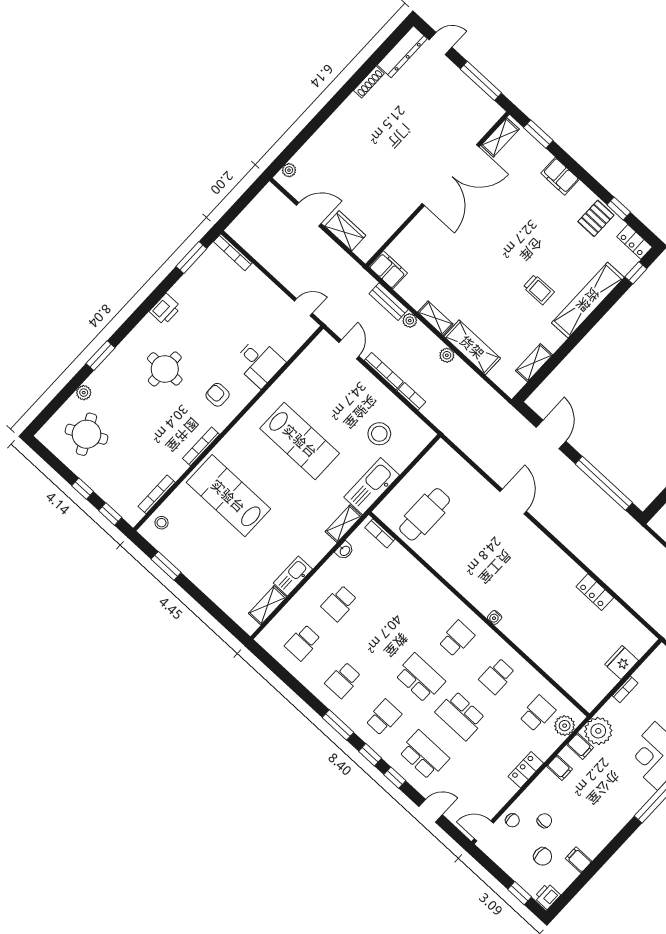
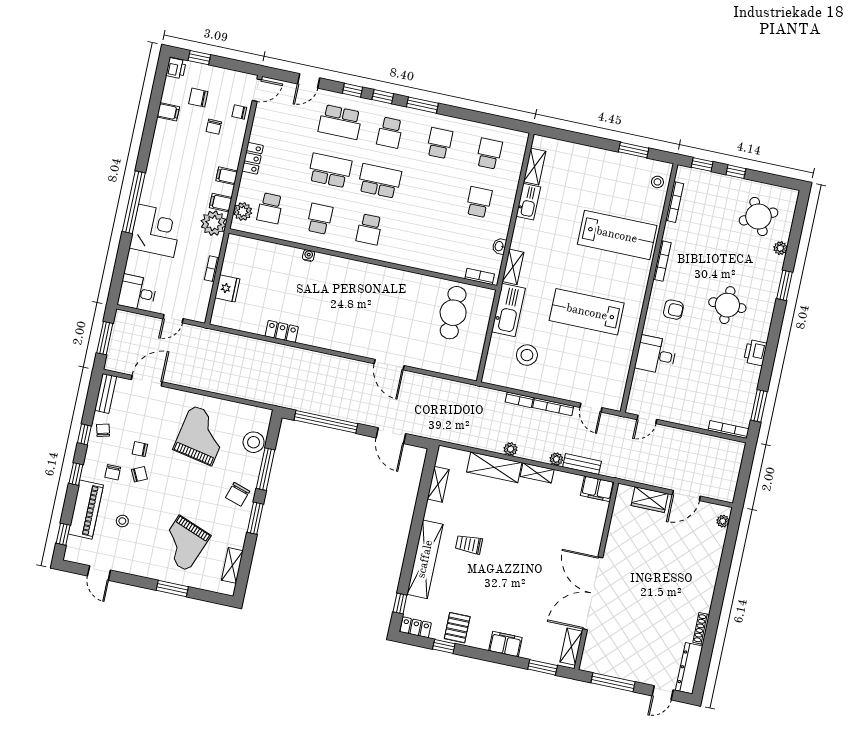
water cooler: (495, 617) -> (309, 255), moved
school desk: (420, 678) -> (380, 181), turned 180

